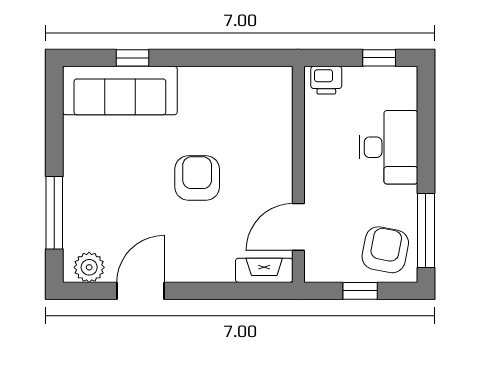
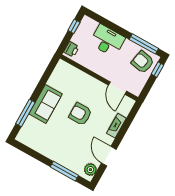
window: (132, 58) -> (25, 113), width x2.17
sofa: (120, 91) -> (46, 104), moved, width x0.73
fireplace: (264, 270) -> (116, 126), moved
window: (360, 291) -> (157, 70), moved

